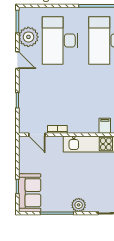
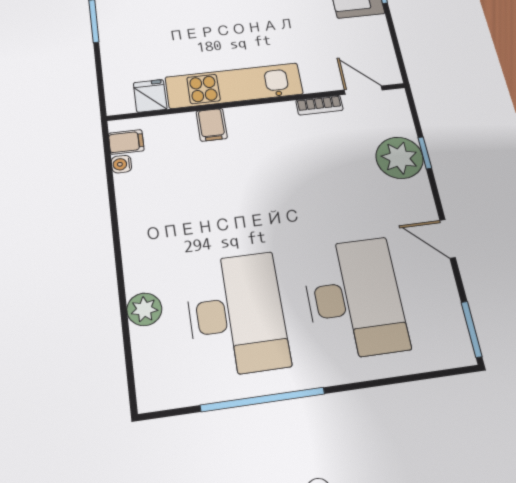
plant: (28, 37) -> (400, 158), moved

